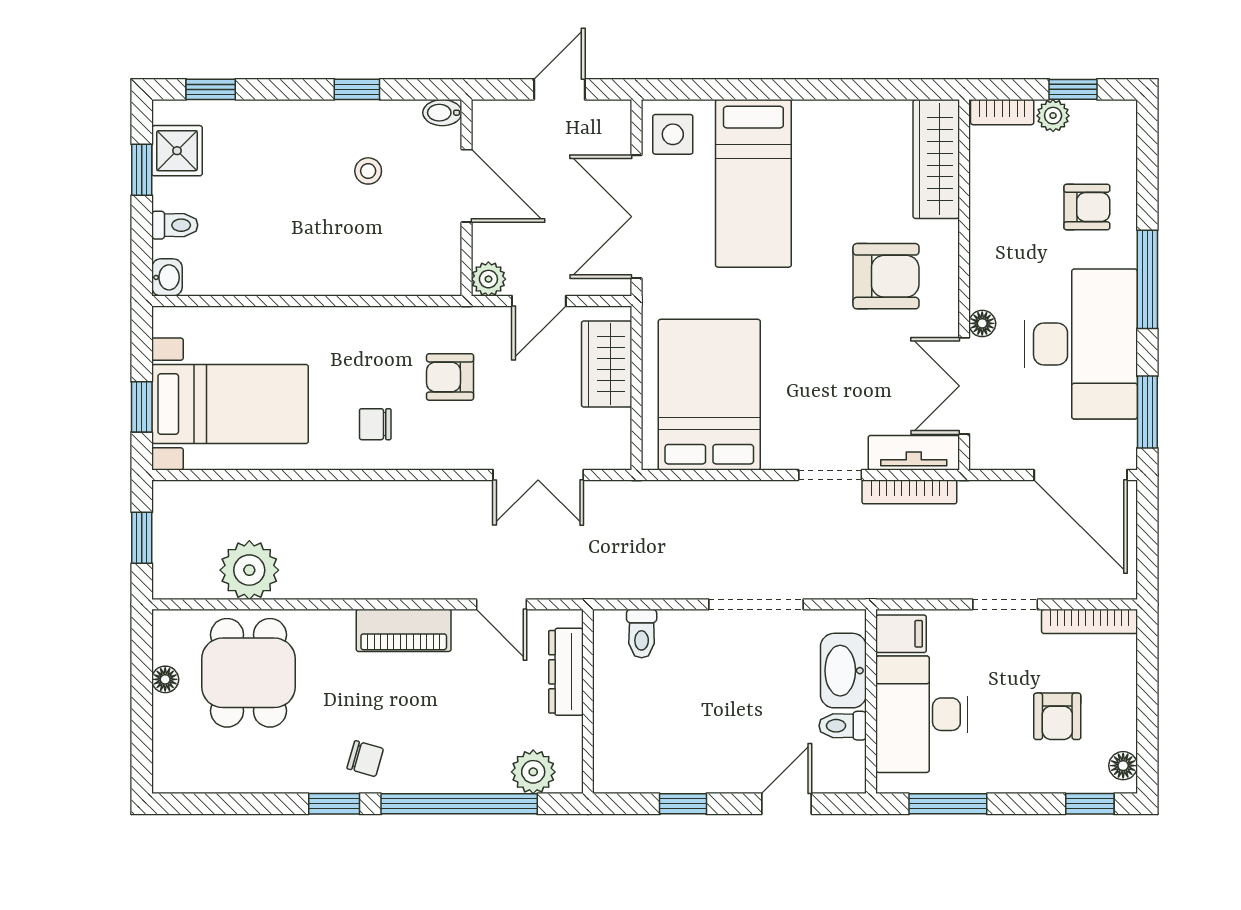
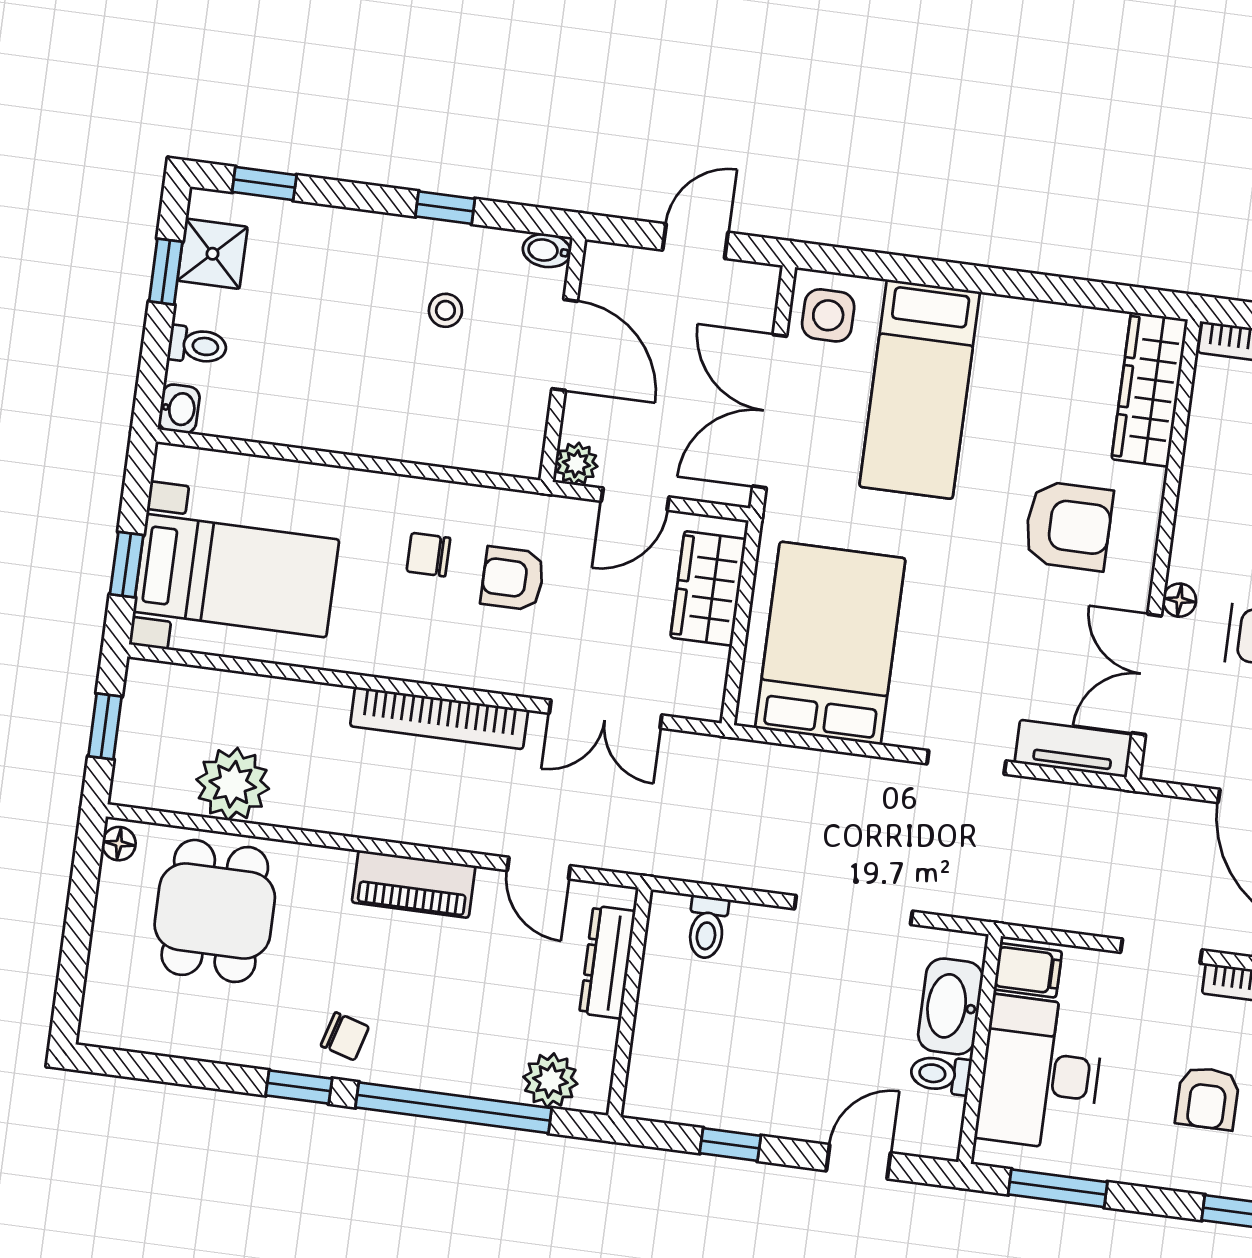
chair: (375, 424) -> (428, 555), moved
bookcase: (909, 492) -> (439, 718), moved, width x1.48, depth x1.31
floor lamp: (165, 679) -> (119, 844), moved

